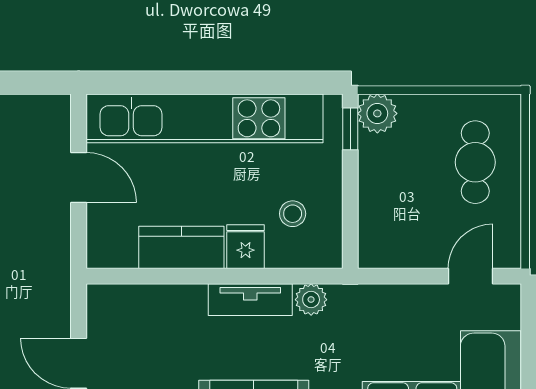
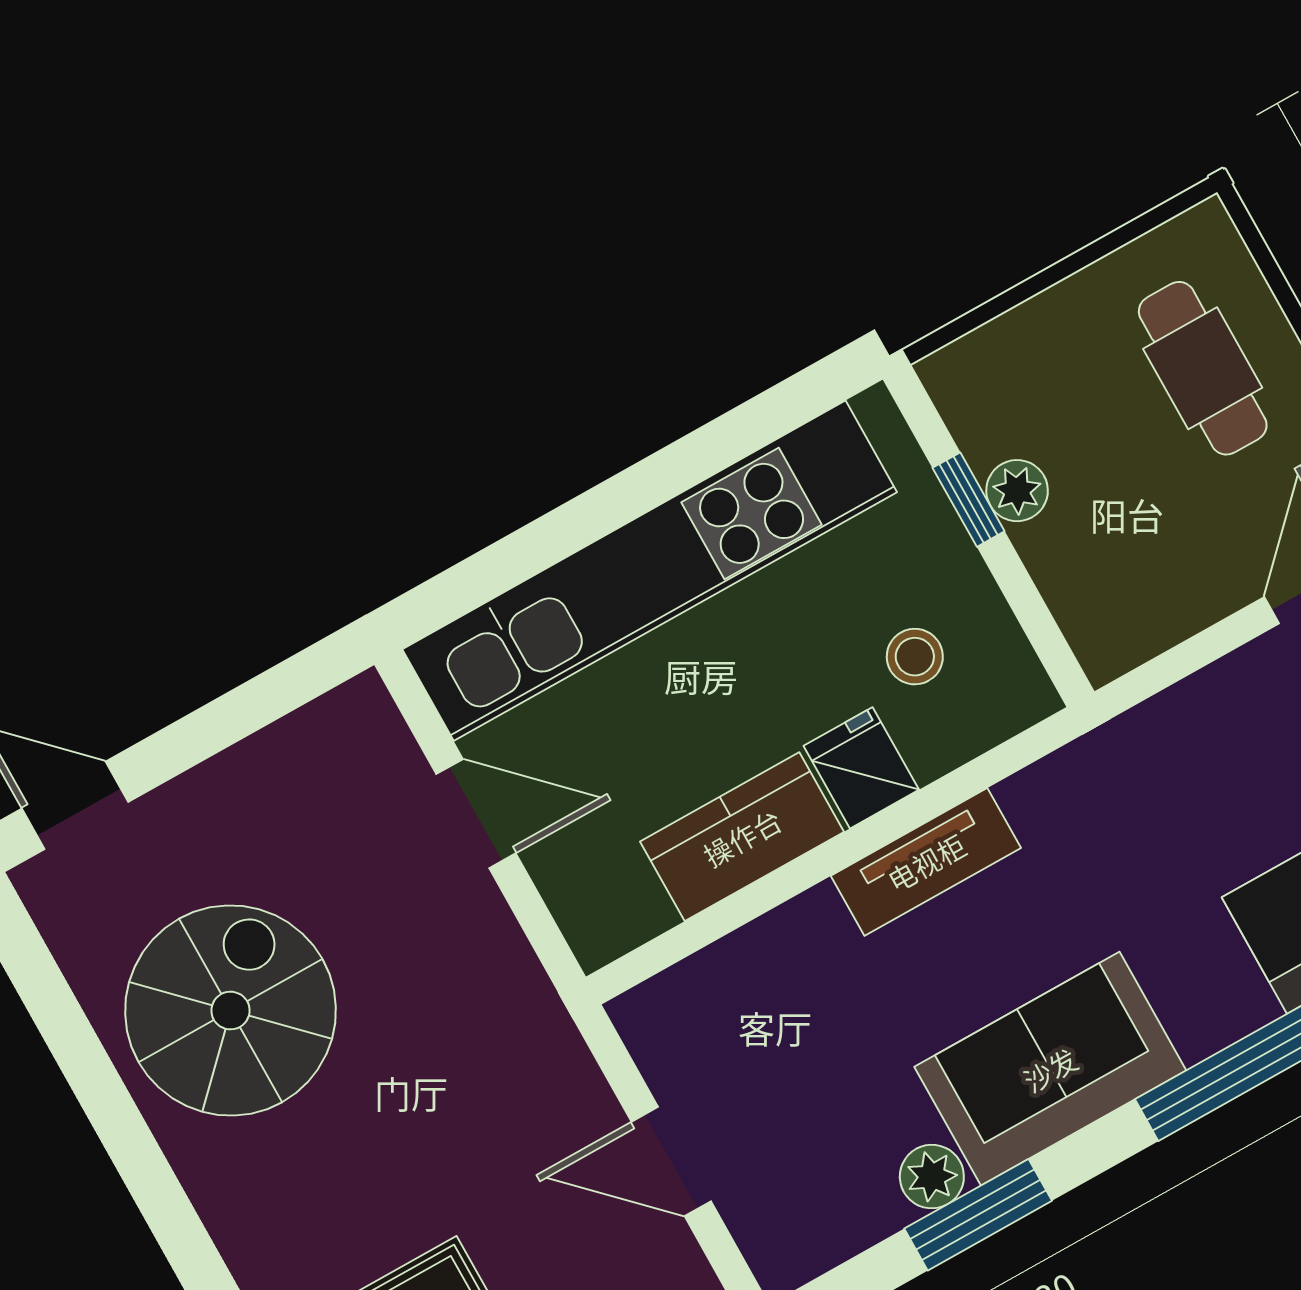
plant: (377, 113) -> (1017, 491), moved, width x0.73, depth x0.73
window: (350, 129) -> (969, 500), moved
plant: (311, 300) -> (1040, 798), removed

